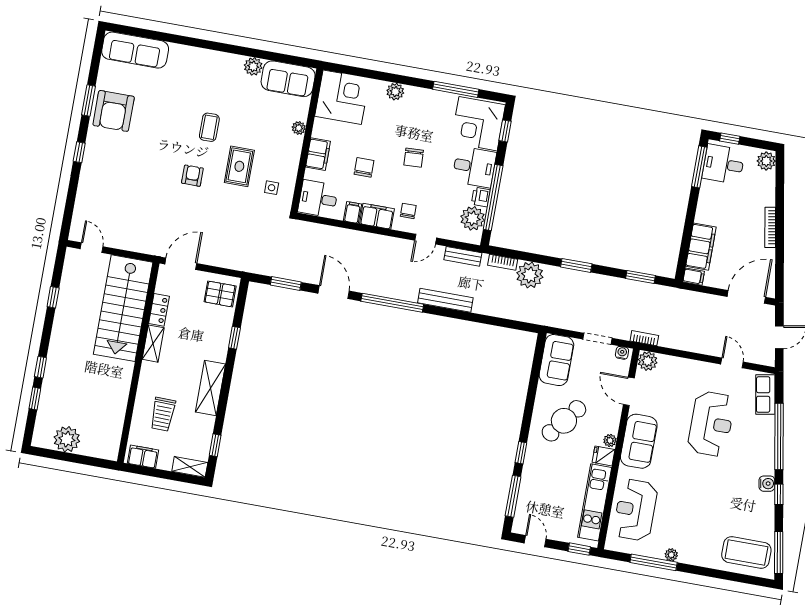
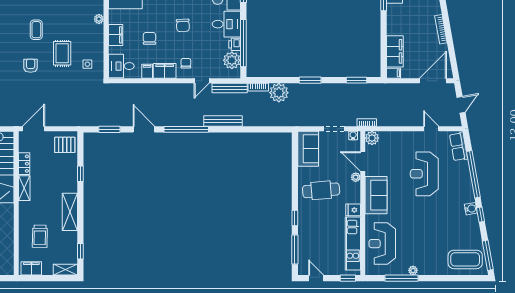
bench: (463, 256) -> (230, 88), width x1.36
cafe table: (564, 421) -> (321, 190), turned 47
reception desk: (711, 424) -> (424, 174), turned 180
plant: (610, 440) -> (356, 177), moved

